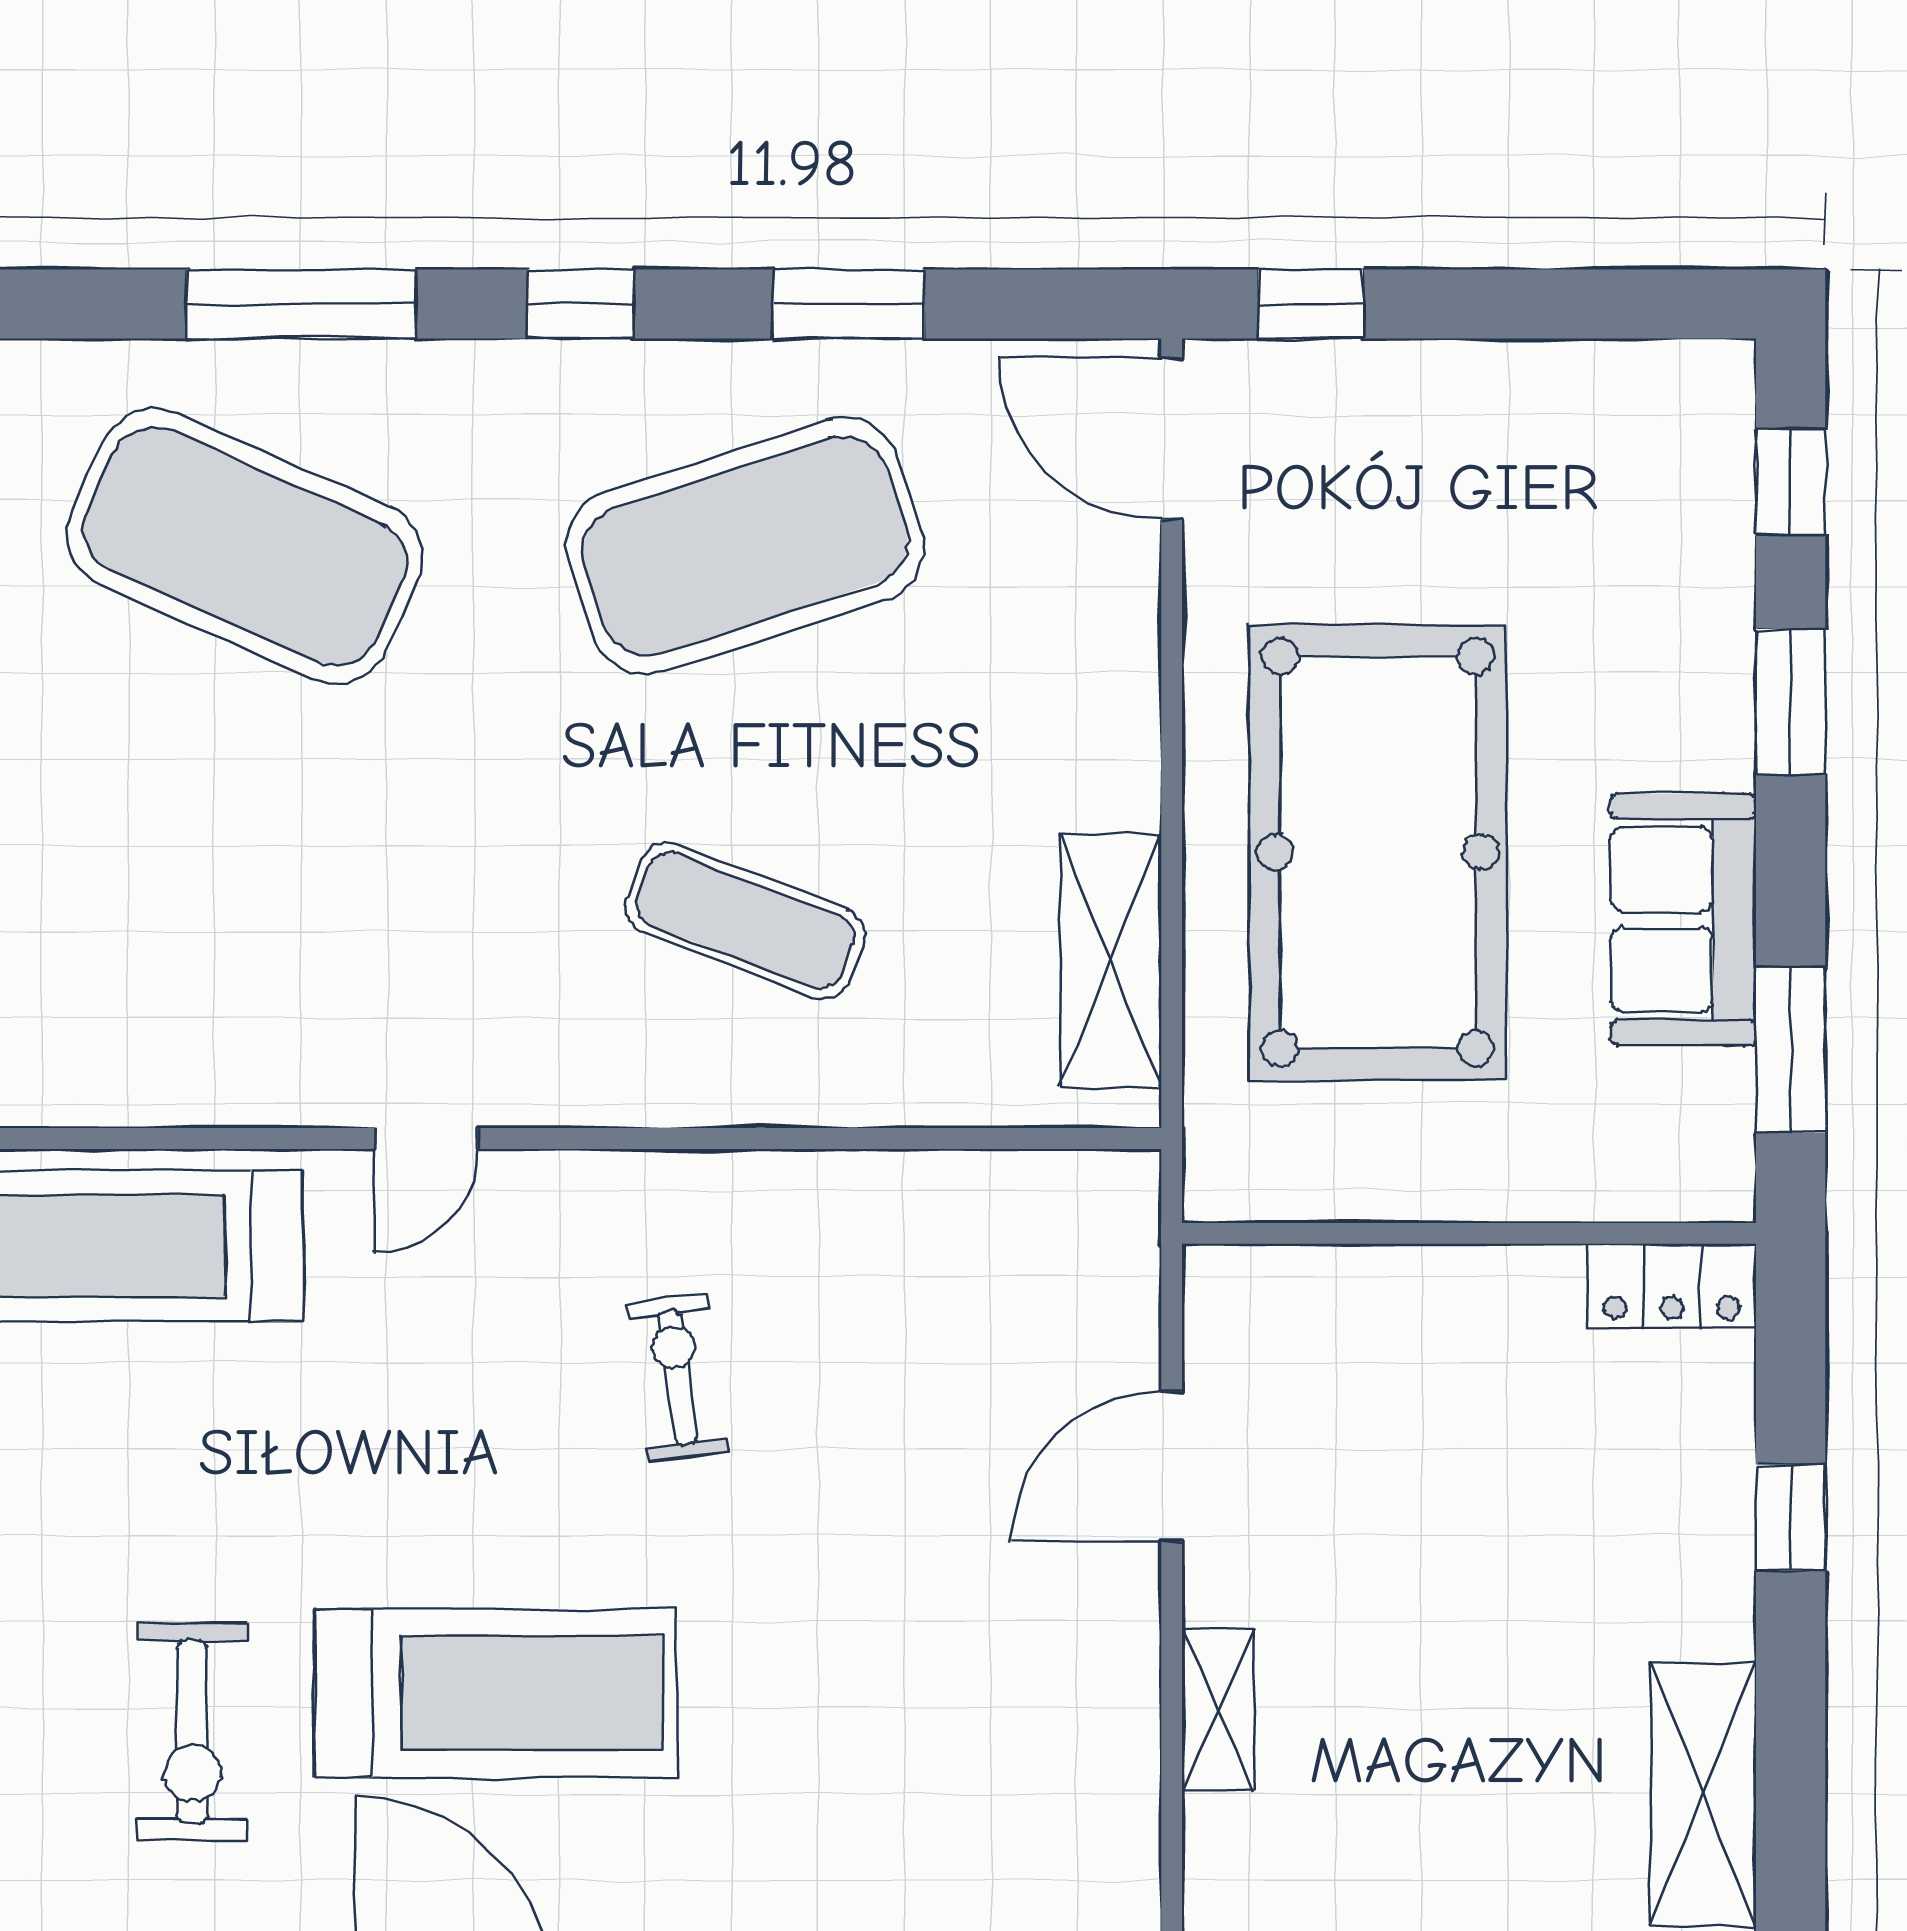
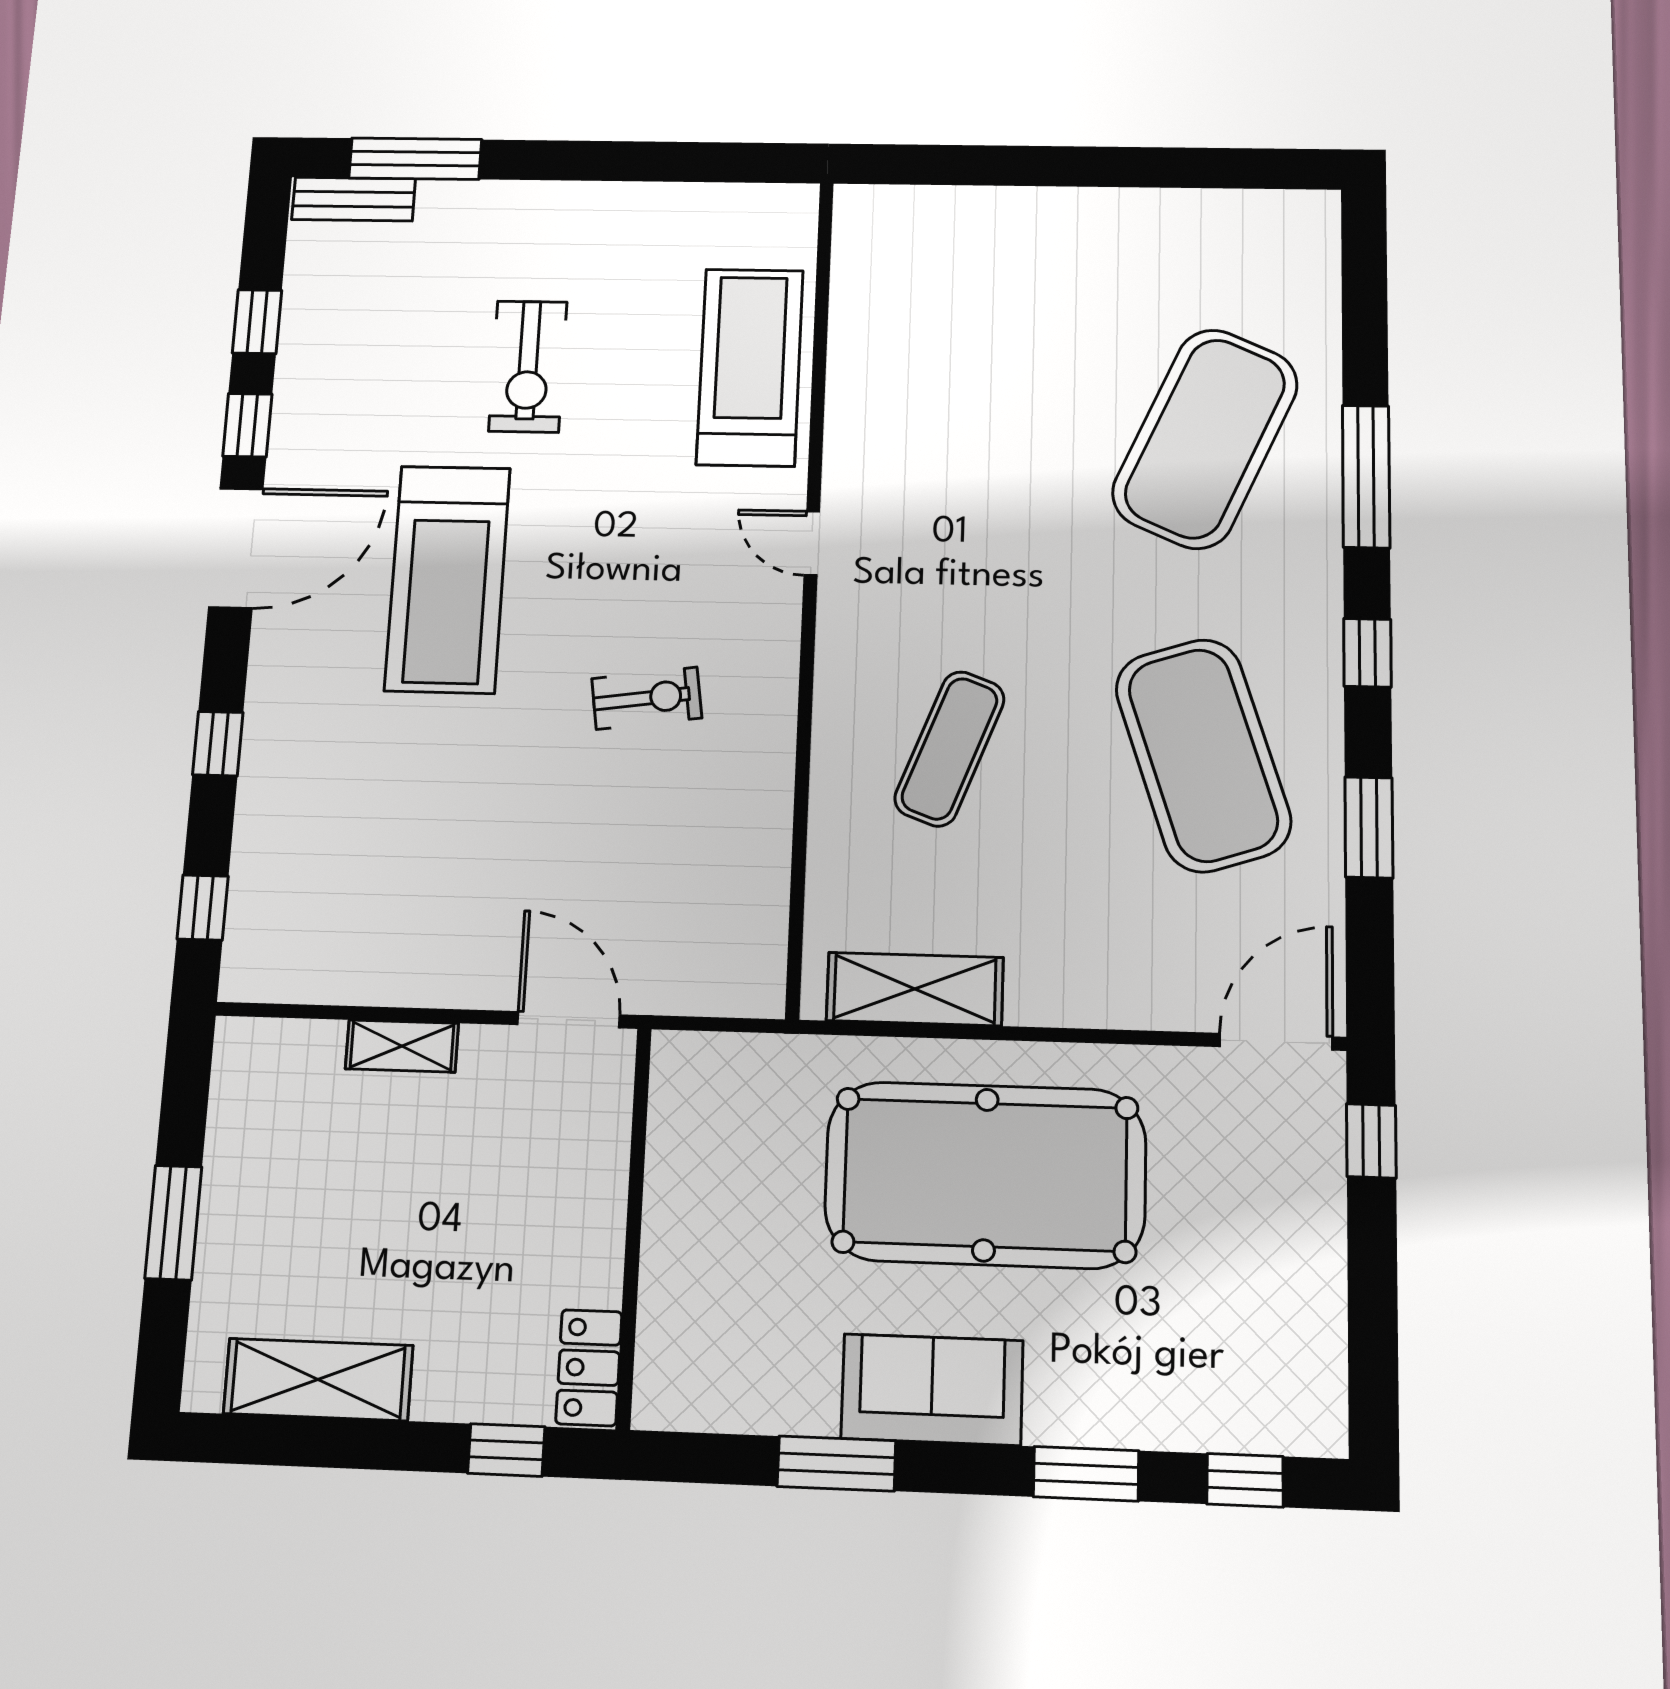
wall: (1469, 1233) -> (634, 1226), moved
locker: (1672, 1286) -> (589, 1368), moved
exercise bike: (192, 1732) -> (528, 367), moved, turned -90

